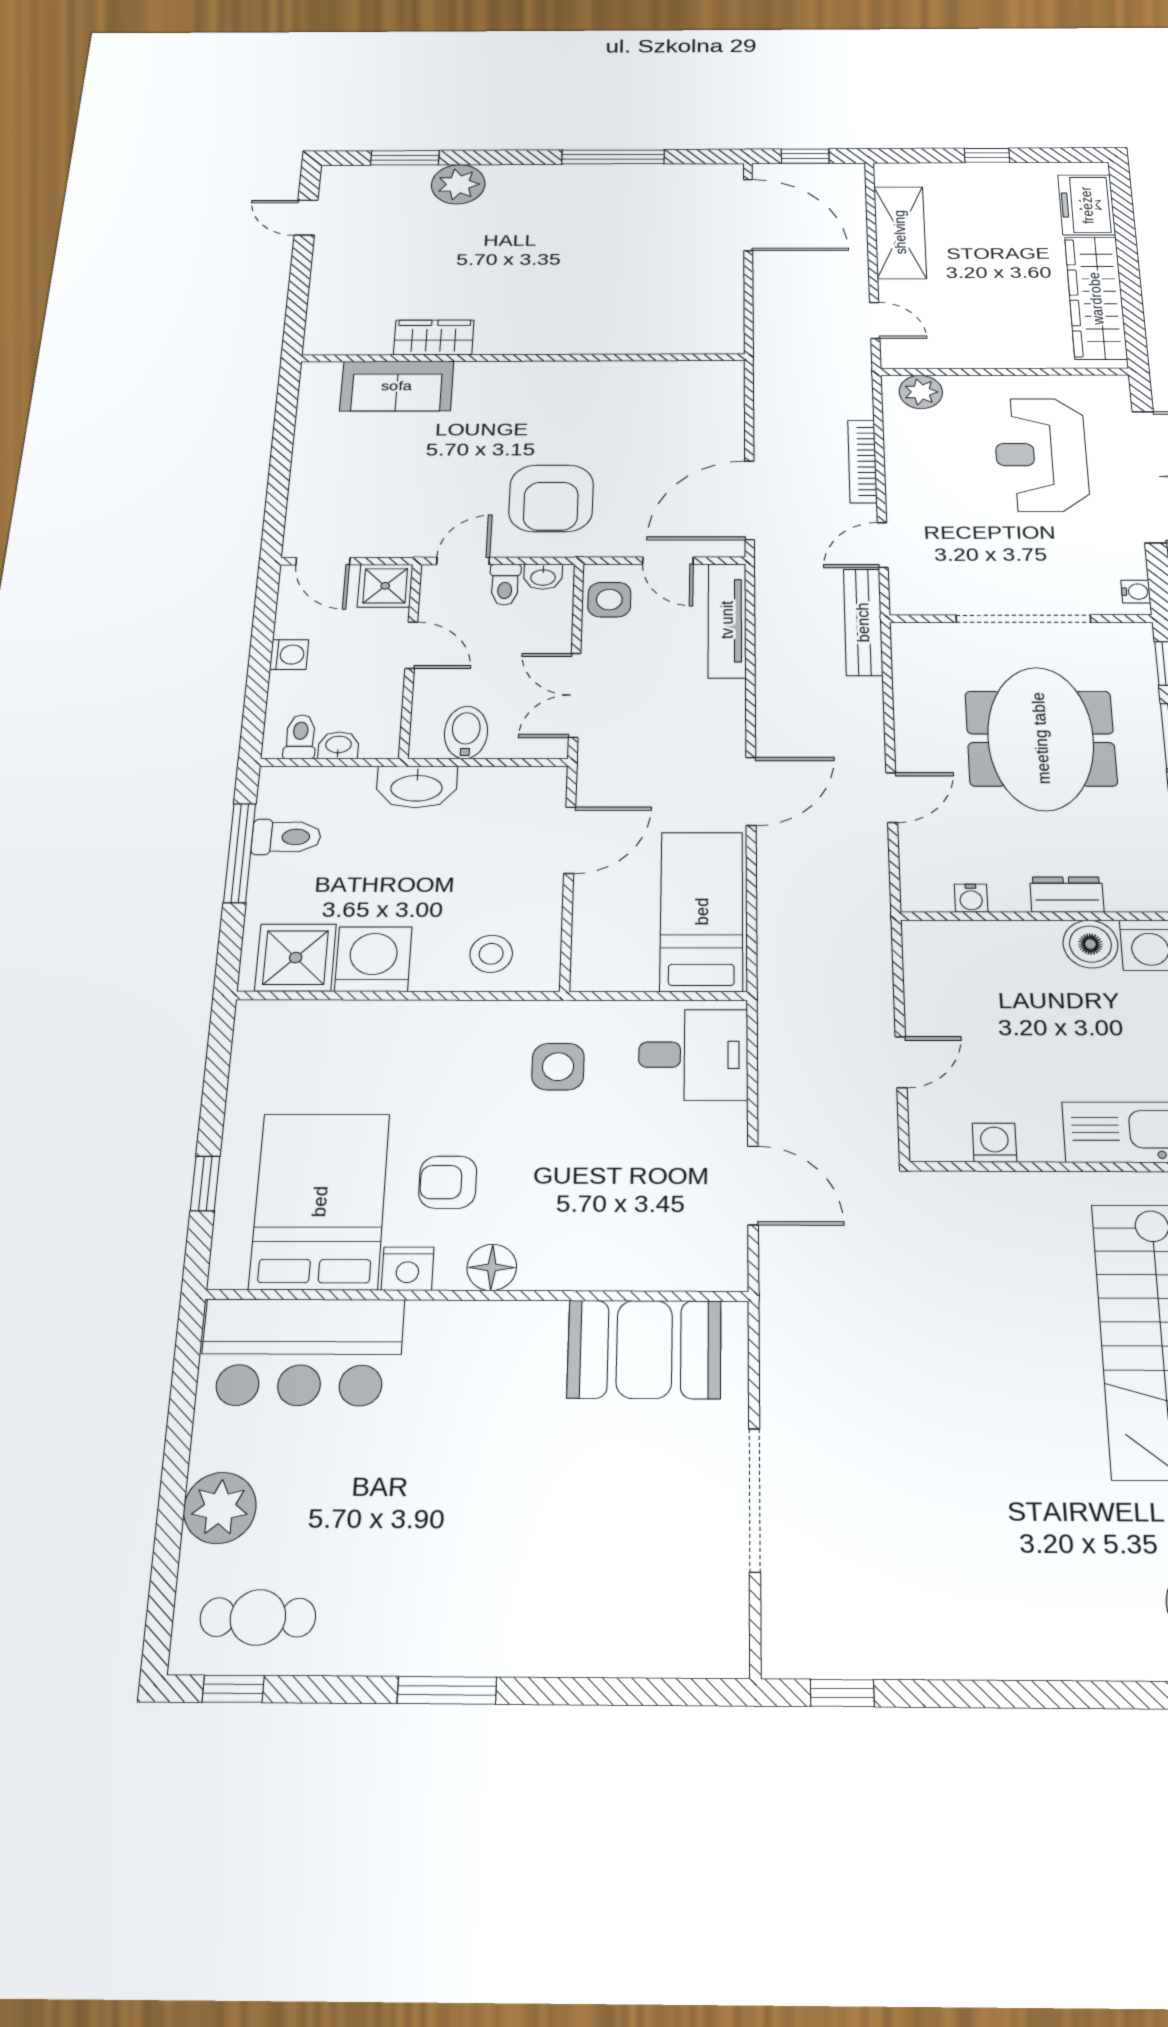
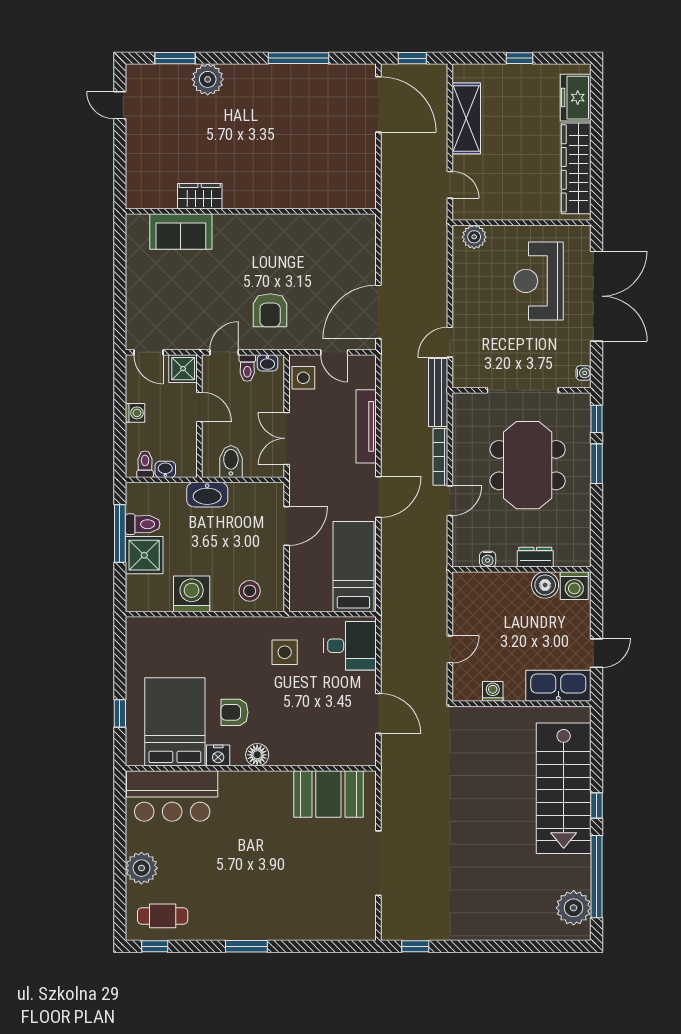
bookcase: (862, 461) -> (440, 457), moved
armchair: (551, 498) -> (270, 310), width x0.73, depth x0.73
tv unit: (727, 620) -> (366, 426), moved
shower: (296, 958) -> (144, 555), moved

